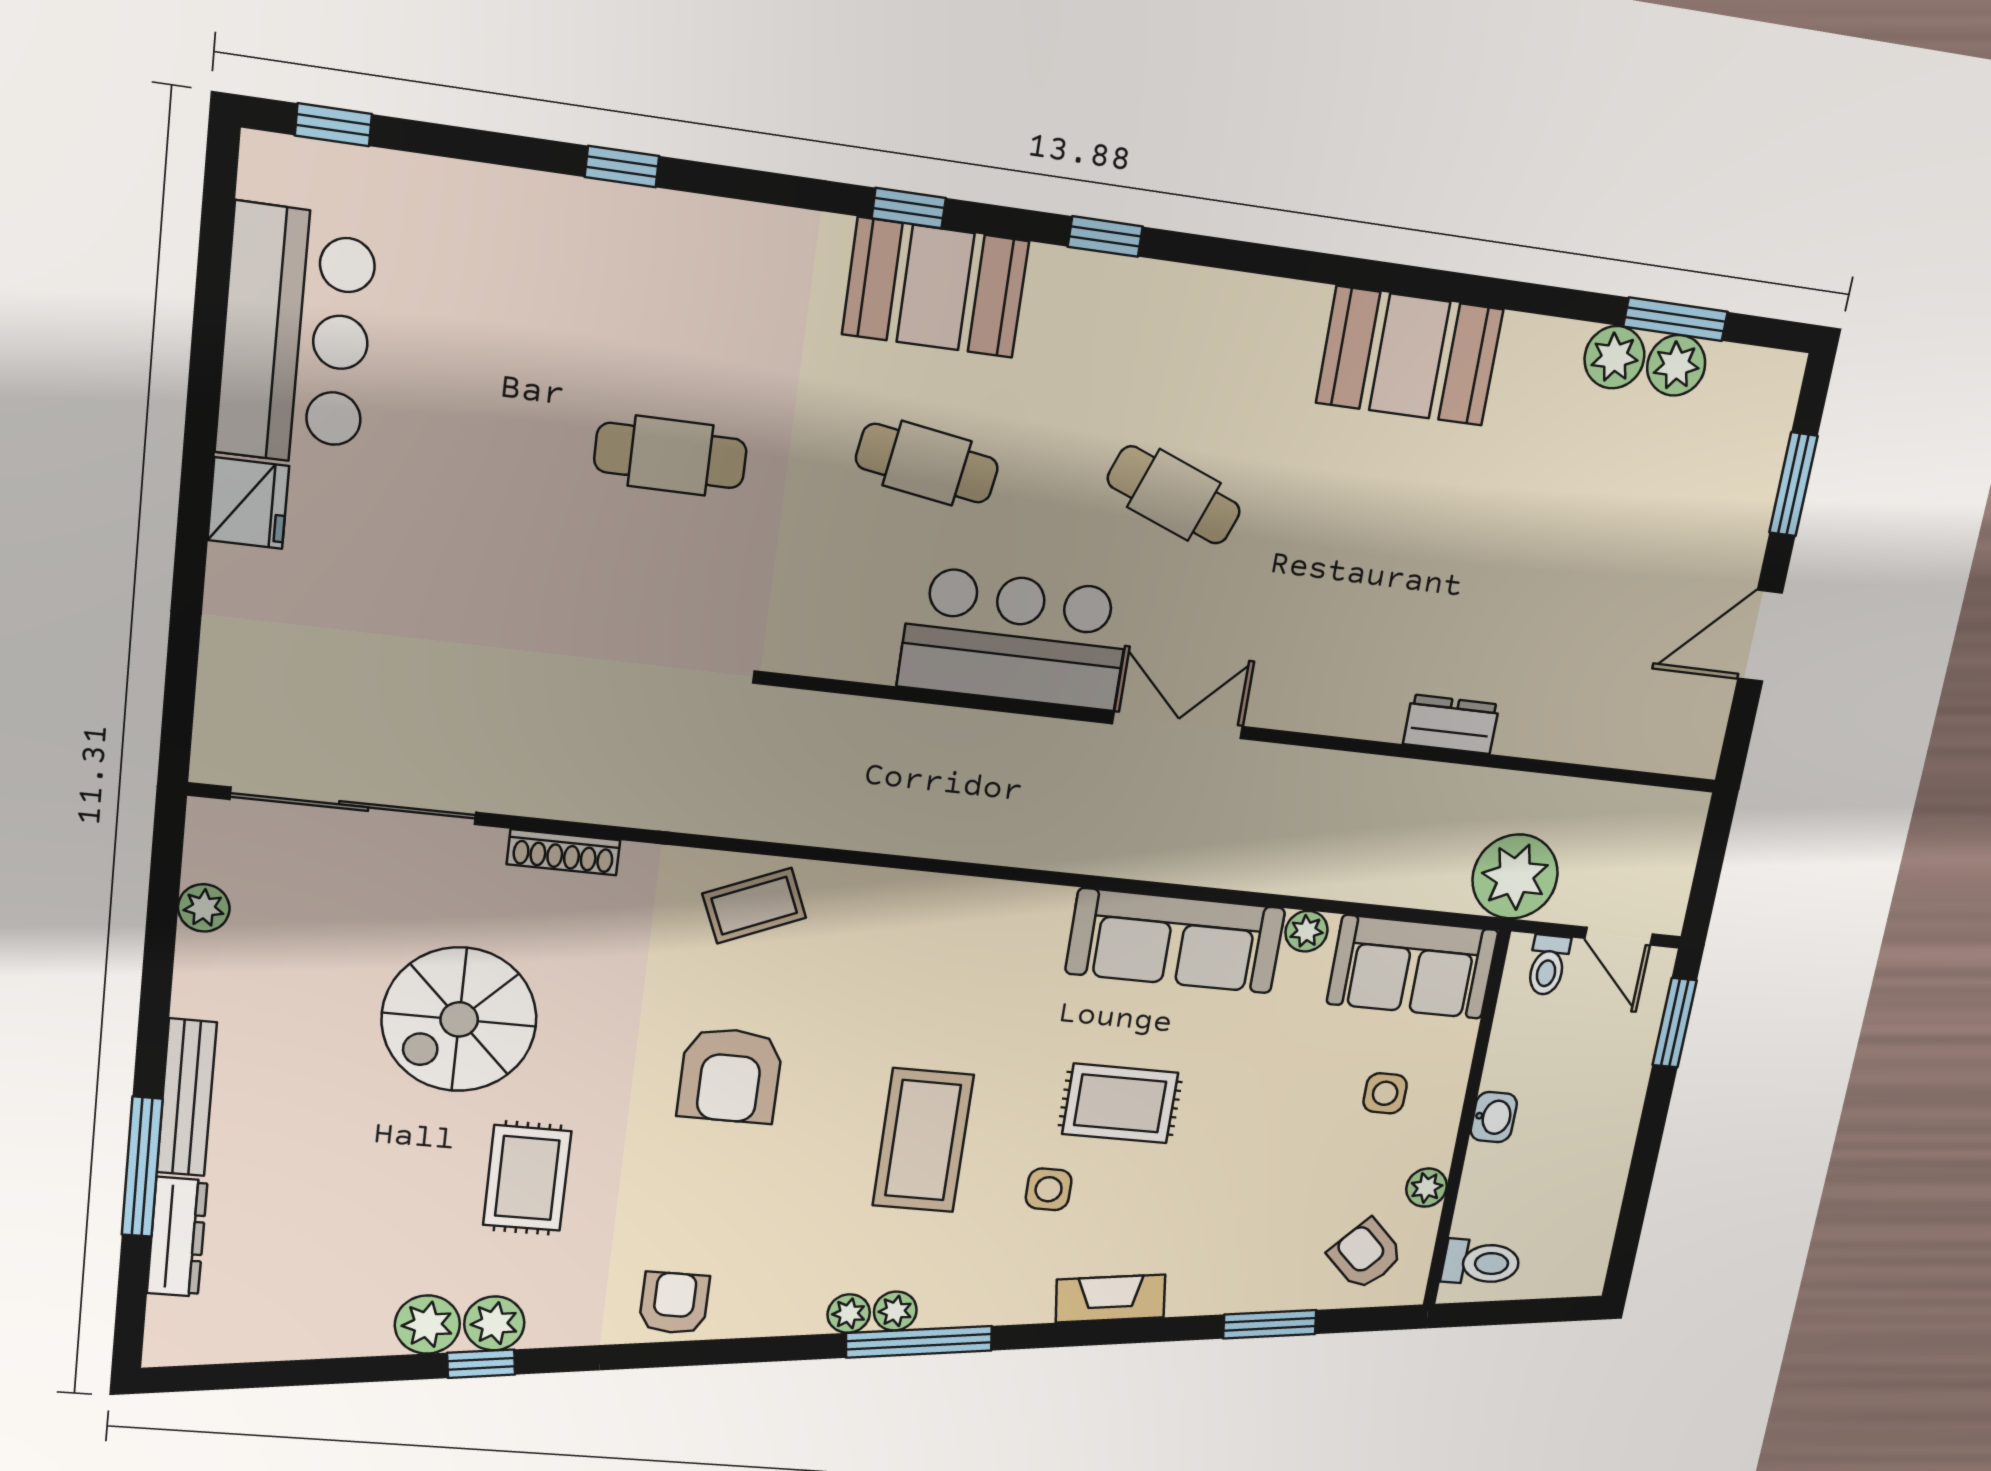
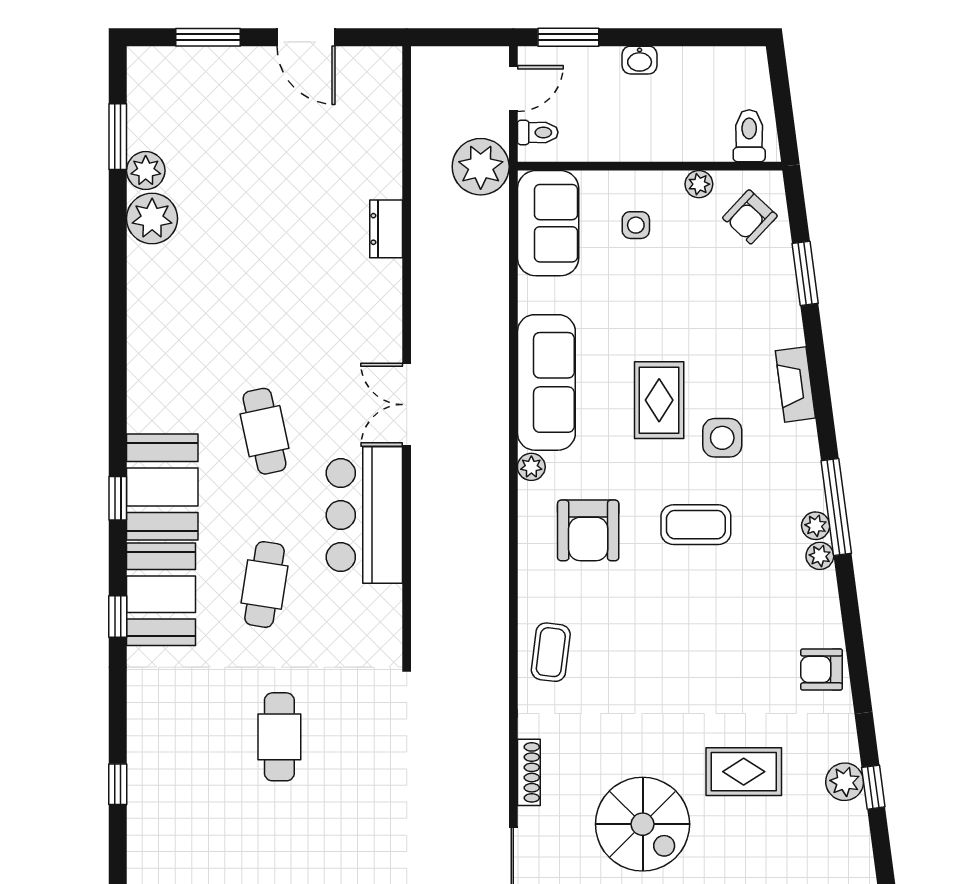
booth: (1410, 356) -> (162, 487), moved
plant: (1676, 365) -> (152, 219), moved, width x1.36, depth x1.36
cafe table: (1174, 495) -> (265, 431), turned -33
coffee table: (754, 906) -> (551, 652), turned 30
plant: (1306, 931) -> (531, 467), moved
armchair: (730, 1075) -> (588, 530), moved, turned 90
washbasin: (1494, 1117) -> (640, 60), moved, turned 180
coffee table: (923, 1140) -> (696, 525), width x0.73, depth x0.76
side table: (1049, 1189) -> (722, 438), width x1.37, depth x1.37
plant: (427, 1325) -> (849, 823), removed

